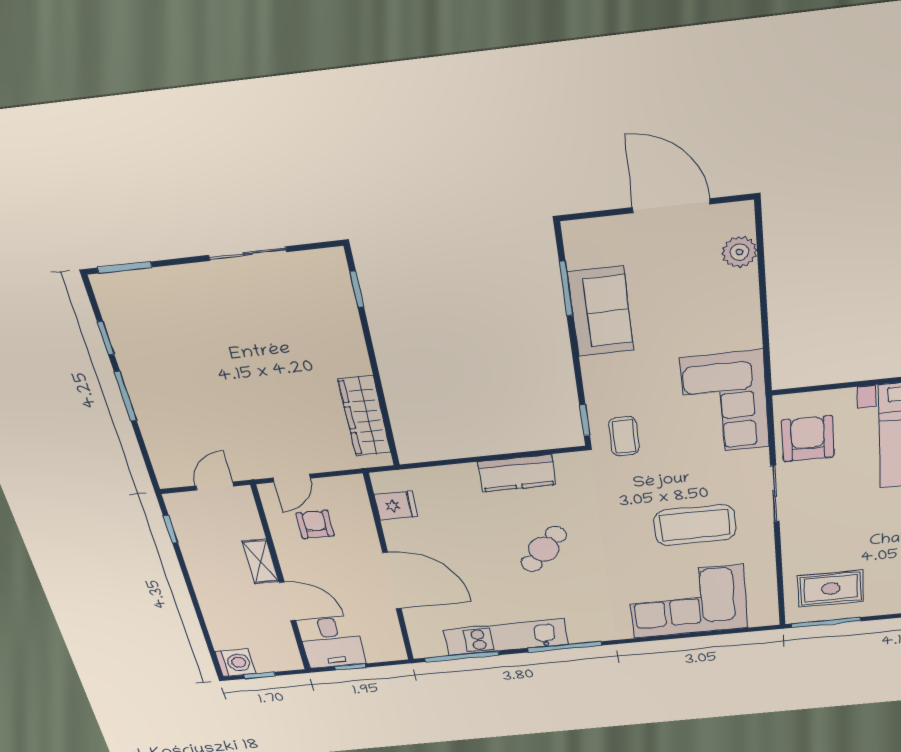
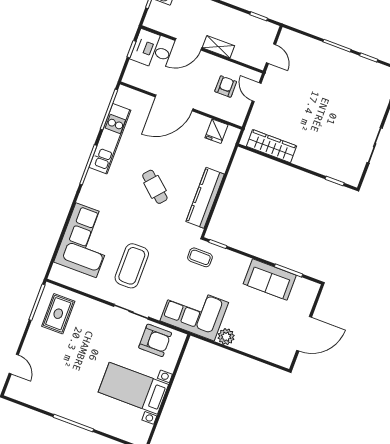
plant: (739, 252) -> (226, 337), moved
kitchen counter: (517, 473) -> (205, 198), width x1.50
armchair: (315, 525) -> (226, 86), turned -90

